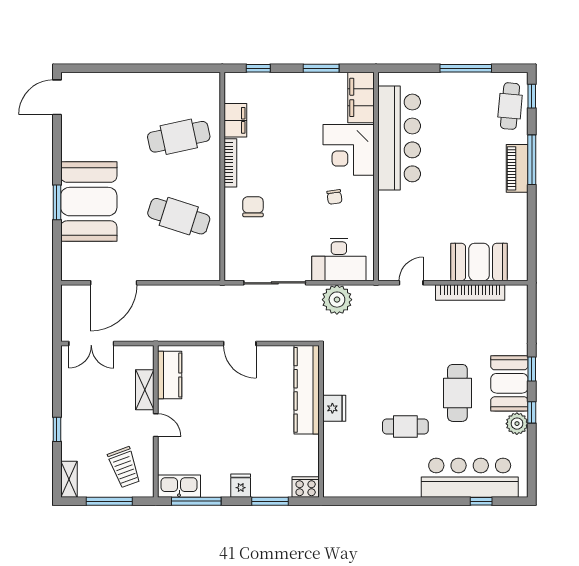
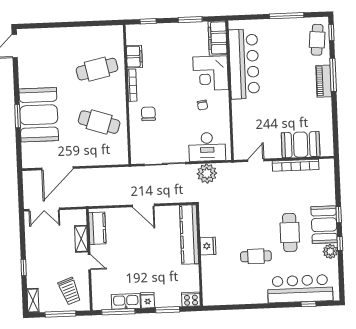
kitchen sink: (179, 486) -> (126, 301), moved

